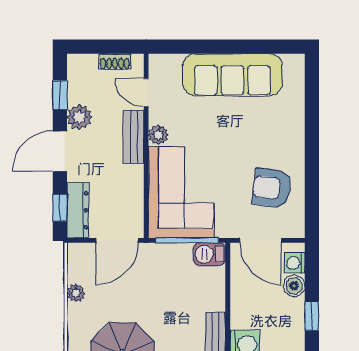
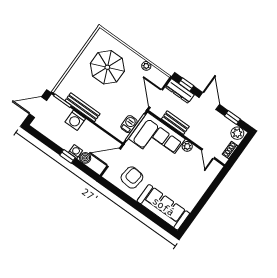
sofa: (232, 75) -> (163, 207), moved, turned 90
door: (146, 93) -> (208, 154), swing flipped
plant: (79, 117) -> (237, 133), moved
bench: (134, 137) -> (175, 123), moved
barbecue: (209, 254) -> (129, 124), moved
washing machine: (295, 263) -> (76, 151), moved

